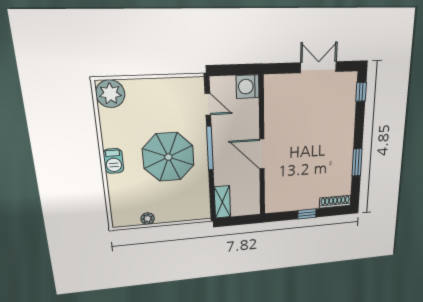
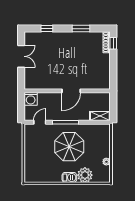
double door: (319, 67) -> (21, 56), swing flipped
window: (361, 92) -> (47, 29), moved
plant: (110, 94) -> (85, 175), moved
window: (307, 214) -> (113, 43), moved

